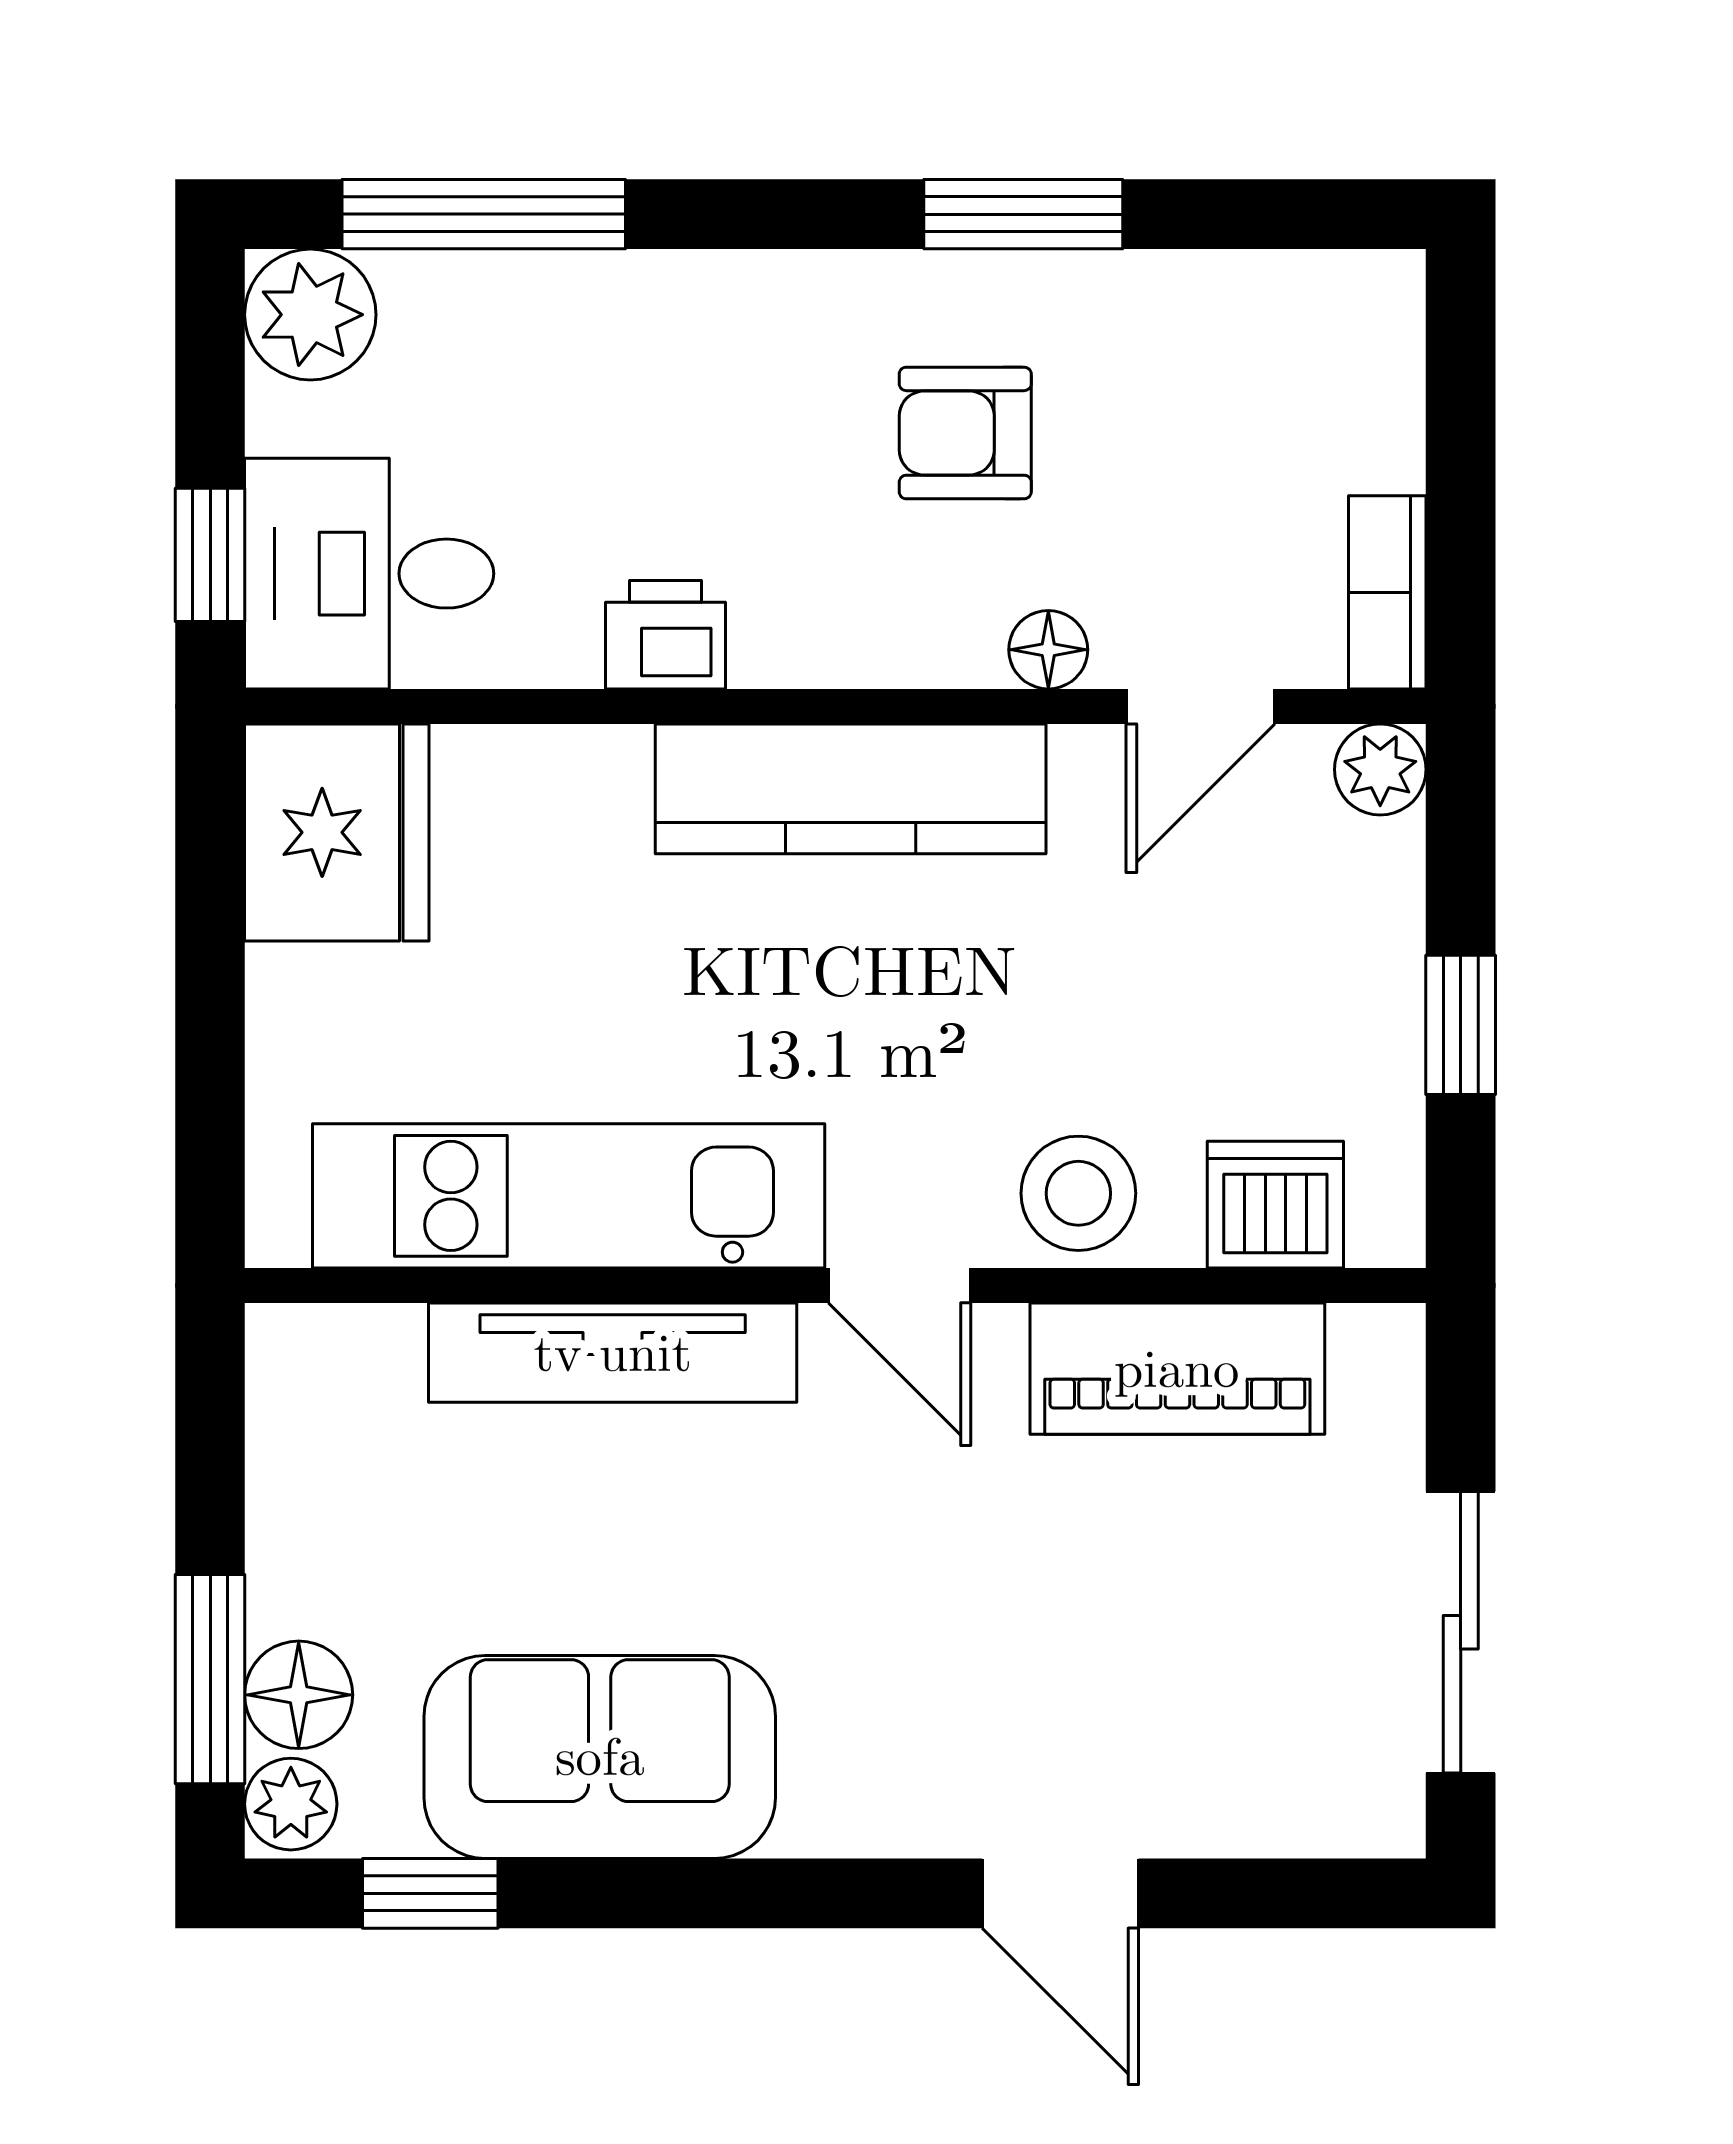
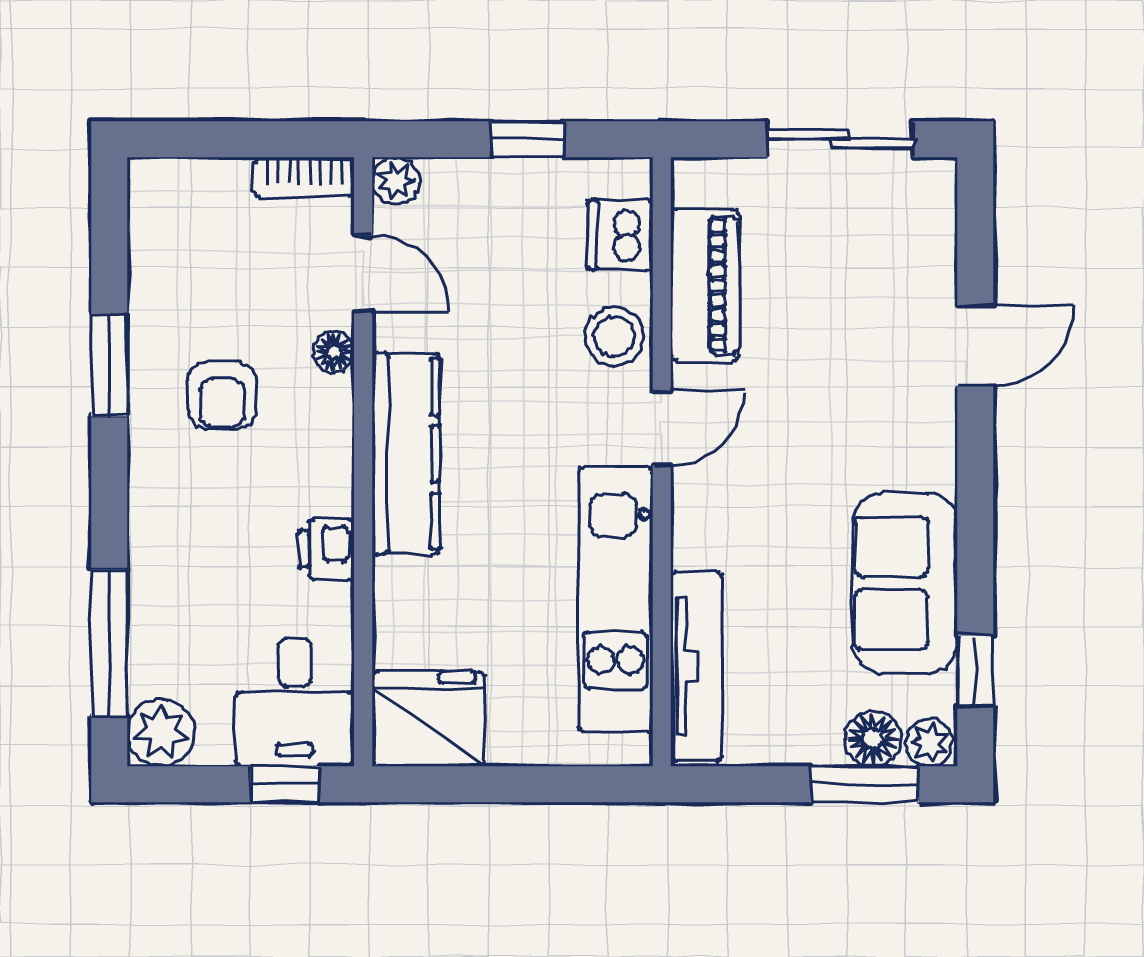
tv unit: (613, 1353) -> (696, 667), moved

